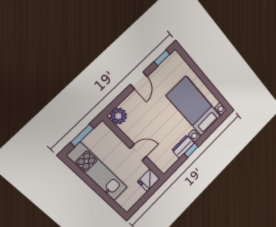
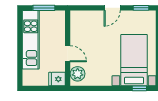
plant: (118, 116) -> (78, 74), moved
dresser: (183, 147) -> (101, 80), removed
window: (191, 150) -> (139, 88), moved

